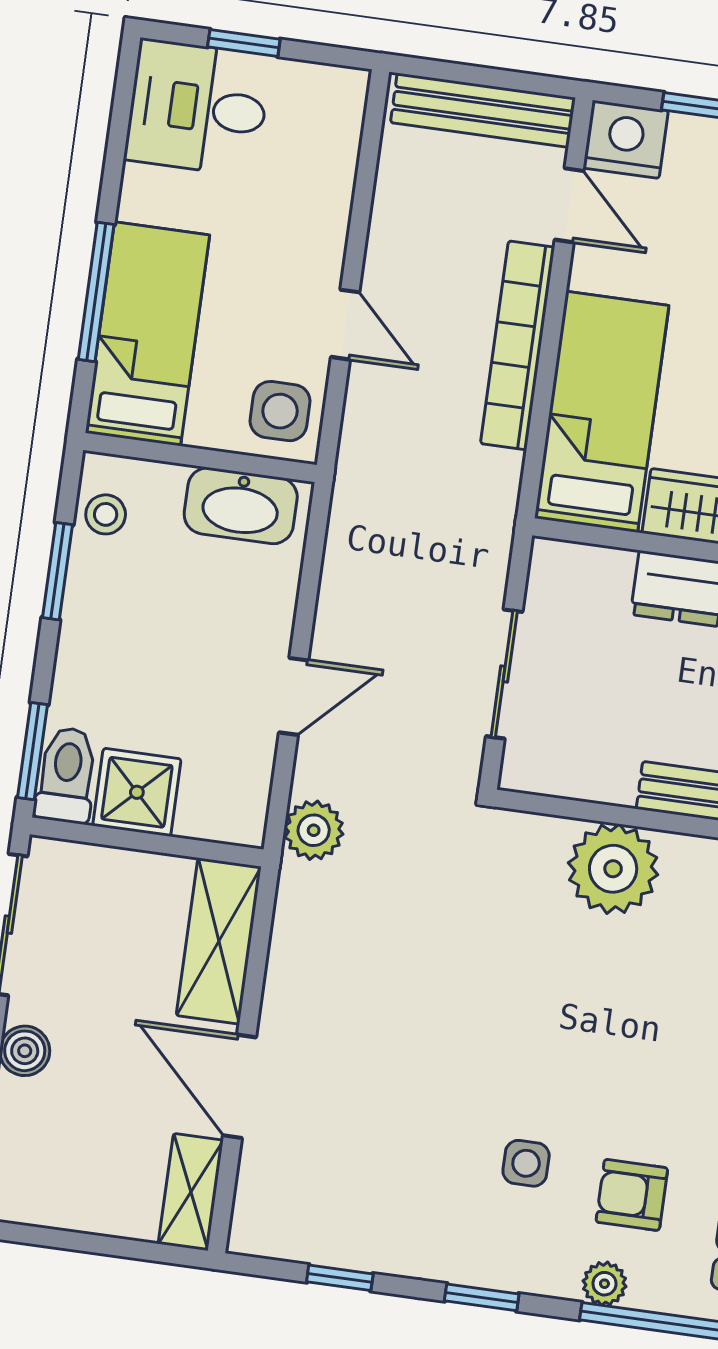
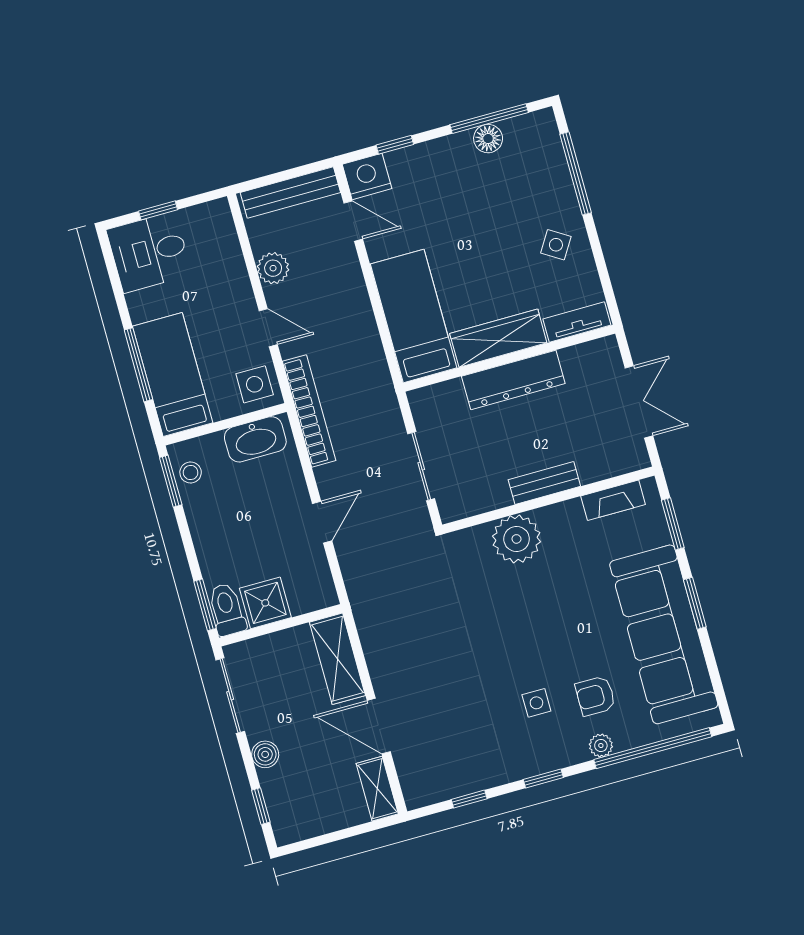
bookcase: (518, 345) -> (309, 411), moved, turned 180
window: (57, 571) -> (171, 481), moved
plant: (314, 830) -> (273, 268), moved

